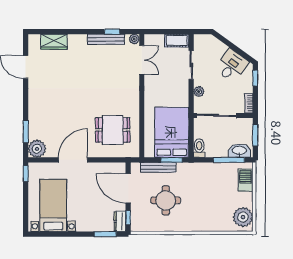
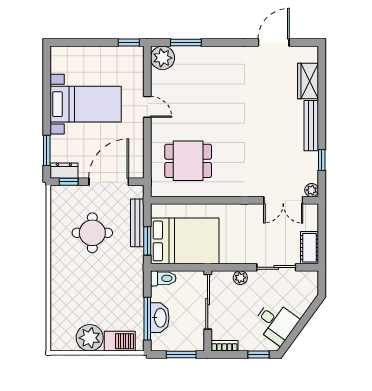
bench: (106, 39) -> (311, 126), moved
dining table: (113, 130) -> (188, 161), turned 90
washbasin: (239, 151) -> (160, 318), moved
door: (73, 160) -> (147, 107), width x0.53
bed with nightstands: (53, 205) -> (86, 104), moved
plant: (243, 217) -> (90, 338), moved

